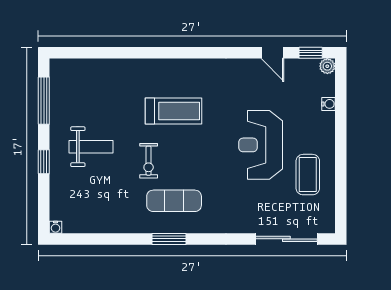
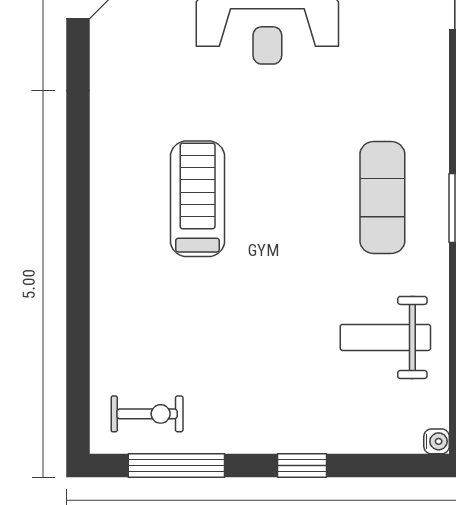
weight bench: (91, 147) -> (385, 337), moved, turned -90
exercise bike: (149, 161) -> (147, 414), moved

